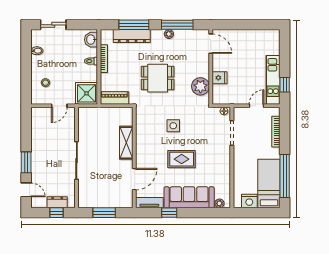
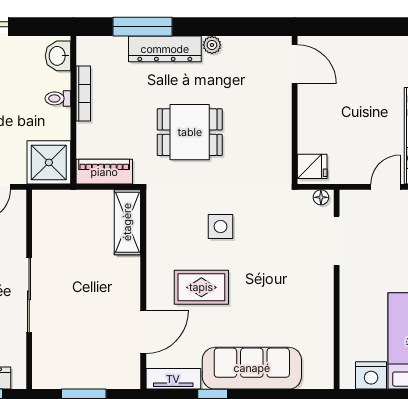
window: (177, 25) -> (229, 27), removed
dresser: (132, 36) -> (165, 49), moved
fridge: (220, 78) -> (312, 166), moved
plant: (200, 86) -> (274, 149), removed
shelving: (126, 143) -> (127, 222), moved
rug: (182, 159) -> (201, 287), moved
plant: (219, 203) -> (312, 380), removed

